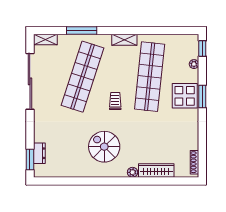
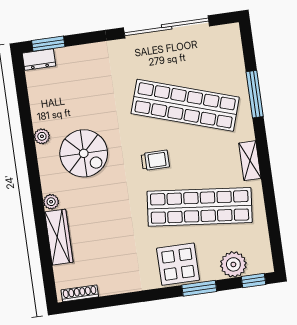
shelving: (45, 39) -> (233, 41), removed
plant: (194, 64) -> (233, 264), width x1.88, depth x1.88
window: (202, 96) -> (199, 288), moved
spiral stairs: (104, 147) -> (84, 153), turned 90
dresser: (39, 153) -> (39, 60), moved
plant: (89, 172) -> (42, 136), added

